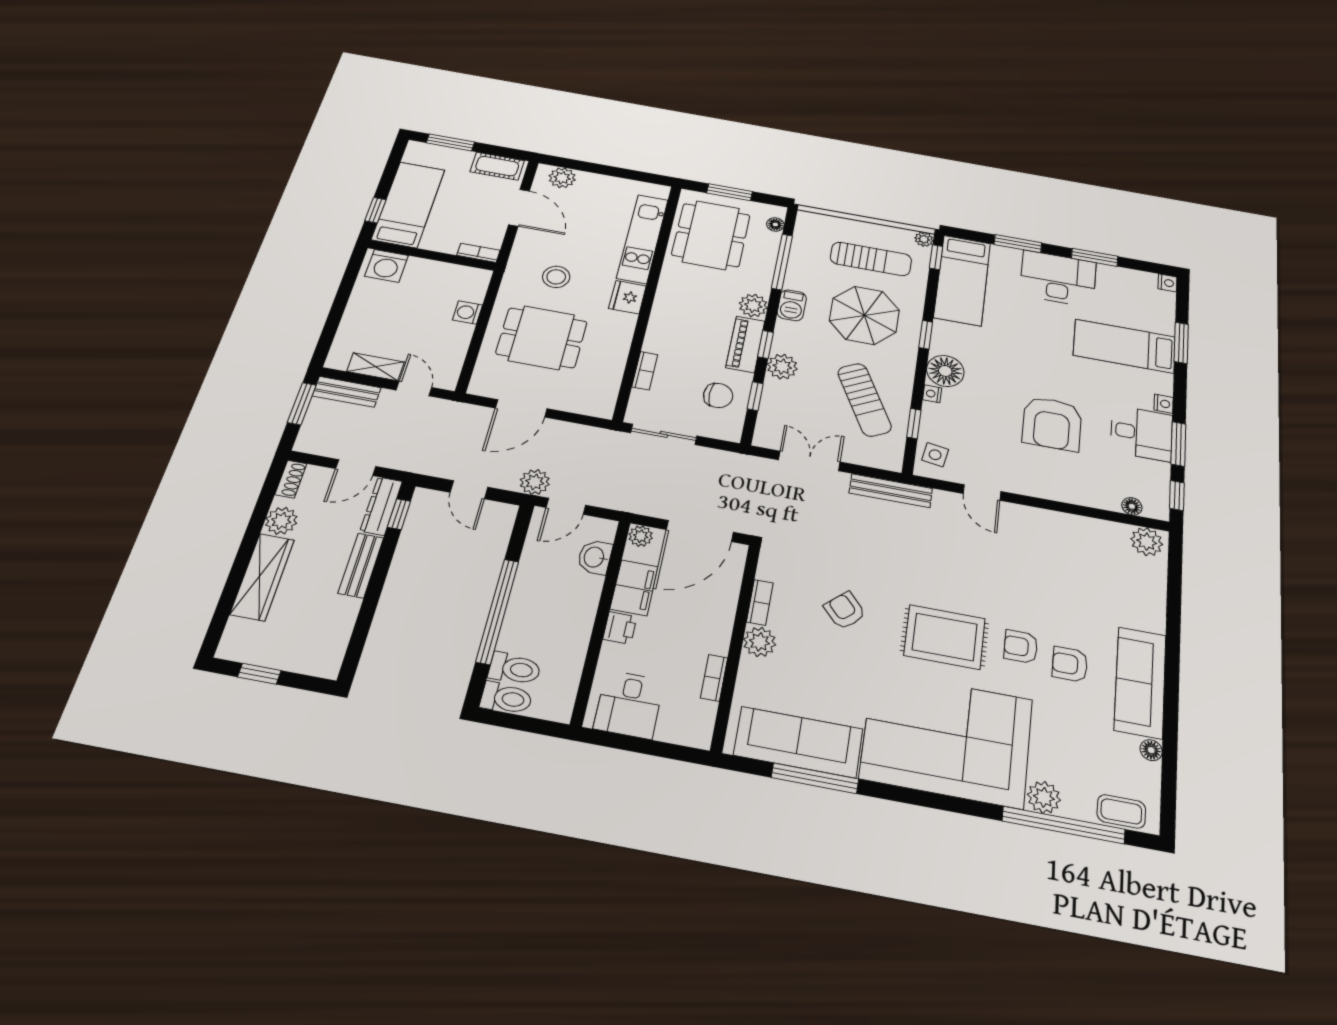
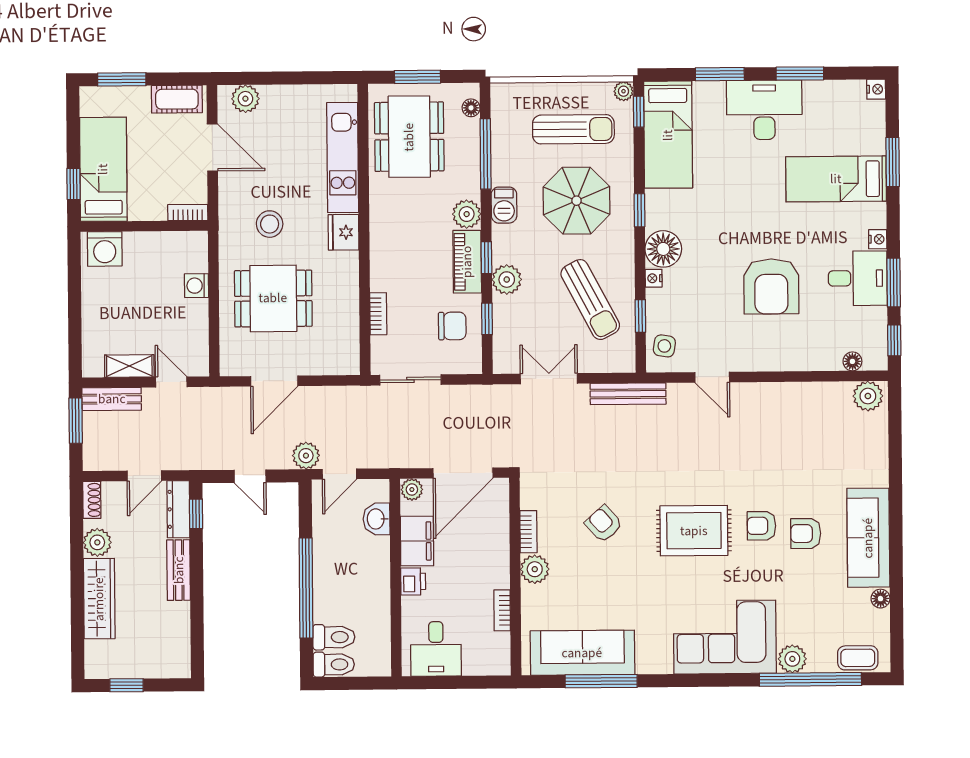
corner sofa: (947, 739) -> (725, 637), width x0.73, depth x0.74

